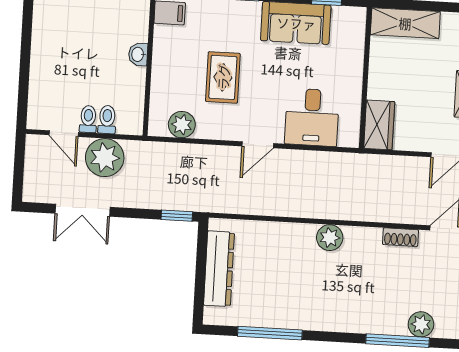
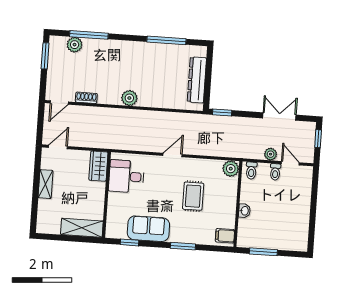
desk: (312, 117) -> (126, 176), moved, turned -90
toilet: (107, 120) -> (251, 171), moved
plant: (182, 125) -> (231, 169), moved
plant: (105, 158) -> (271, 154), width x0.53, depth x0.53
window: (18, 175) -> (318, 139), added

